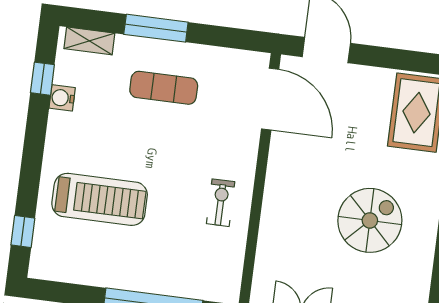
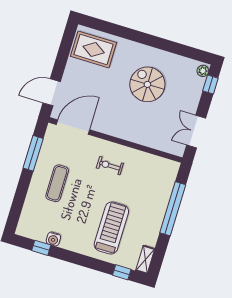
window: (156, 28) -> (33, 153), moved
shelving: (89, 41) -> (145, 260), moved
exercise bike: (221, 203) -> (110, 166), moved

